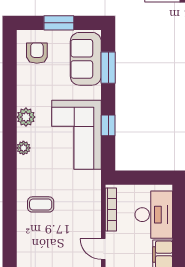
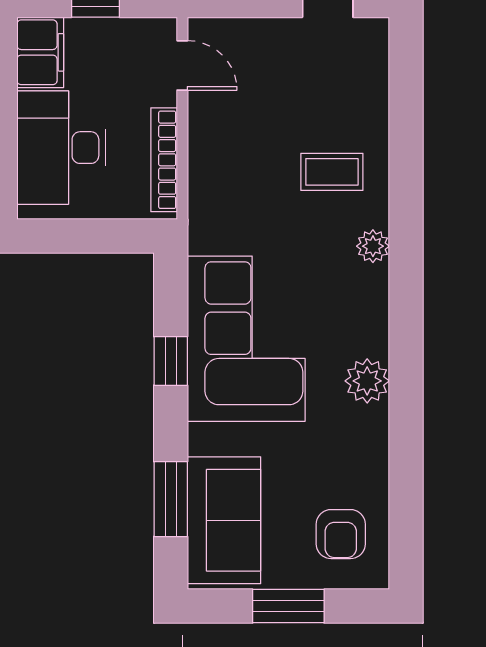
plant: (23, 148) -> (373, 246), moved

